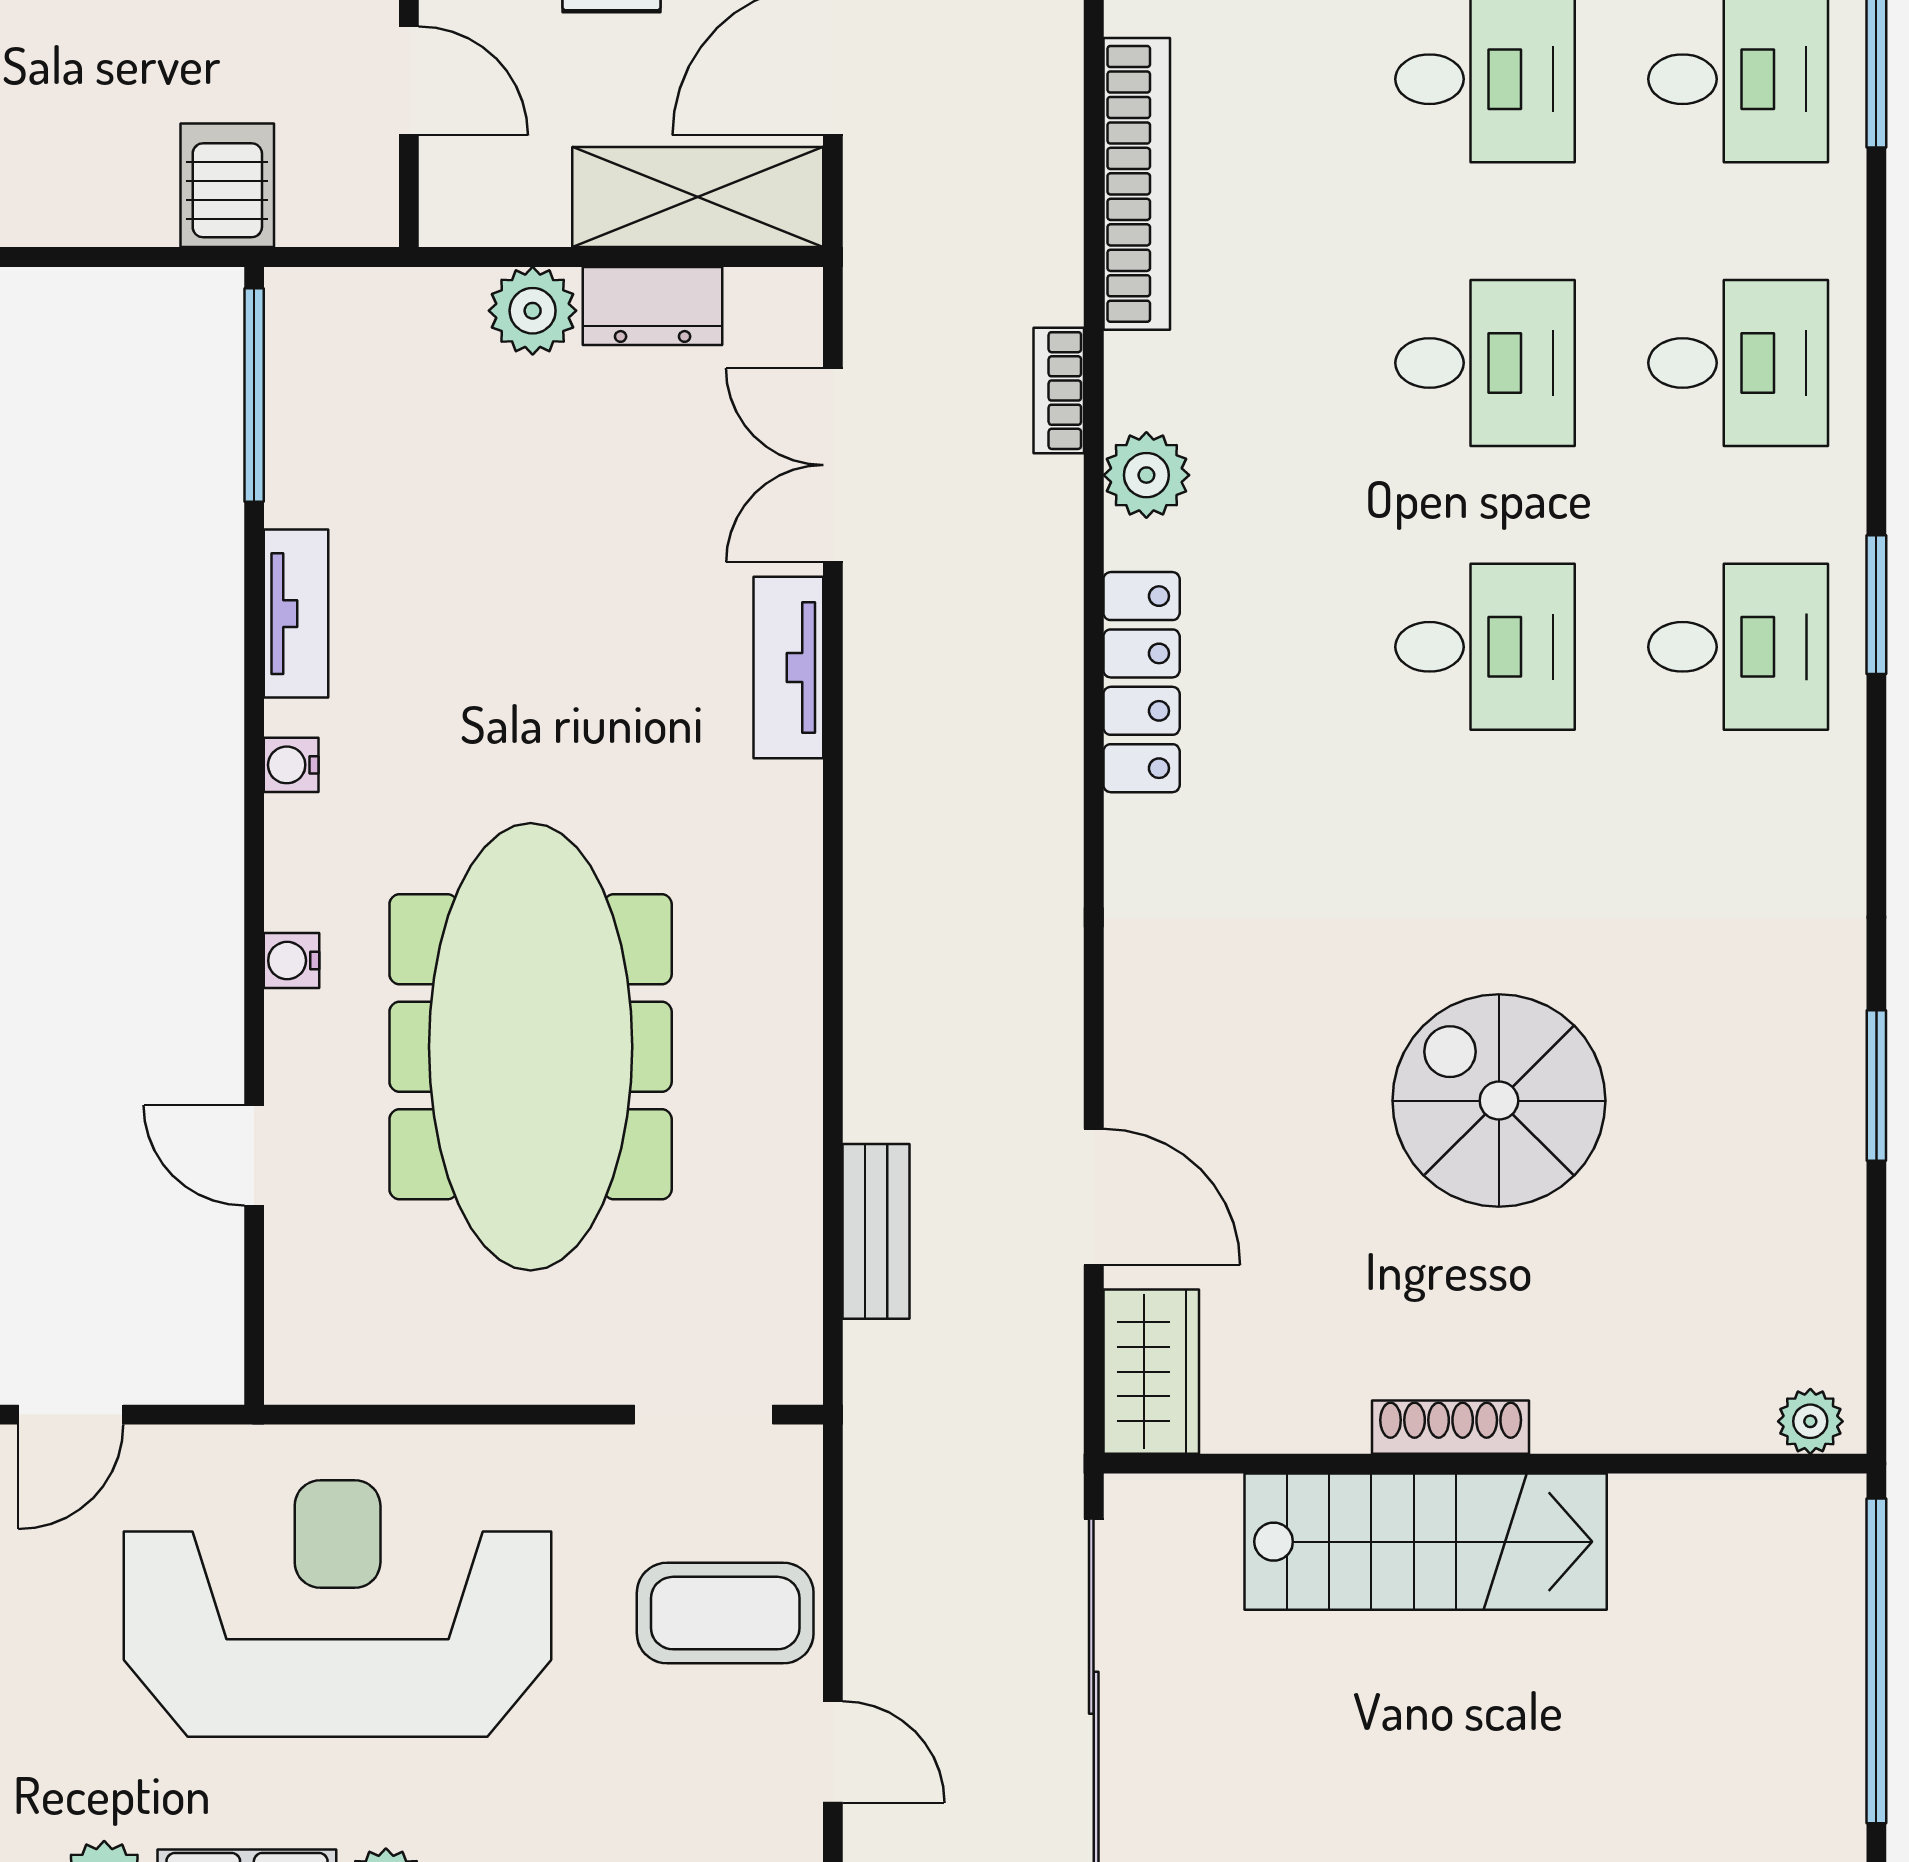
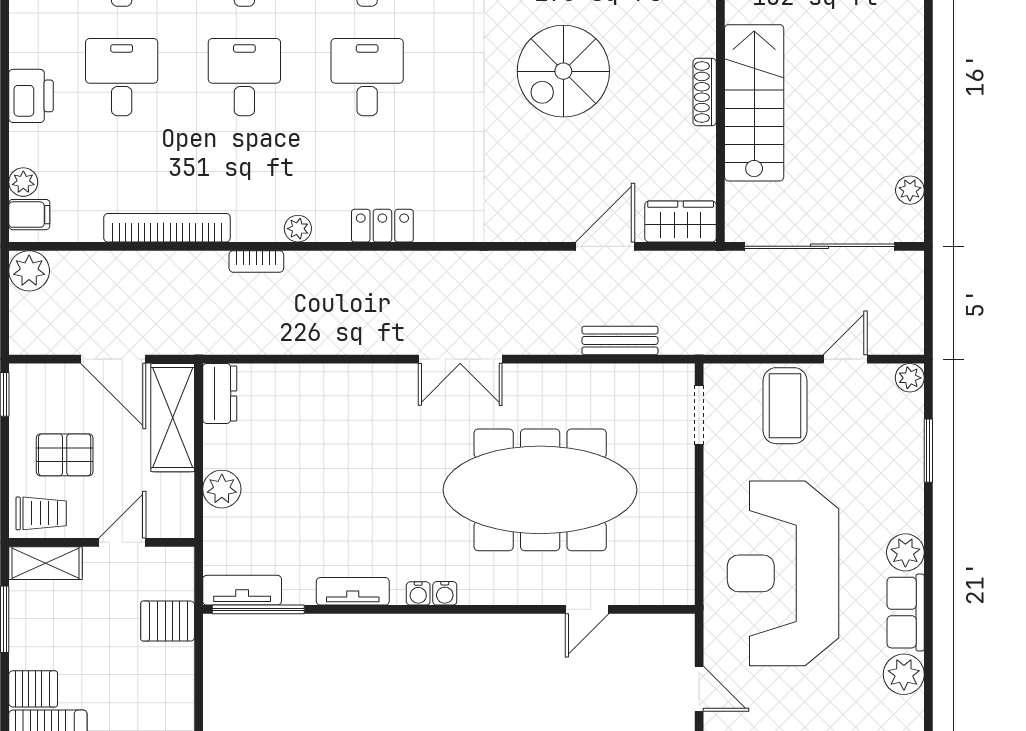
dresser: (653, 306) -> (220, 393), moved
double door: (833, 465) -> (460, 359), moved
plant: (1146, 475) -> (298, 229), width x0.73, depth x0.73
tv unit: (788, 668) -> (242, 590), moved, turned 180
locker: (1142, 682) -> (382, 226), width x0.66
water cooler: (292, 961) -> (445, 593), moved

